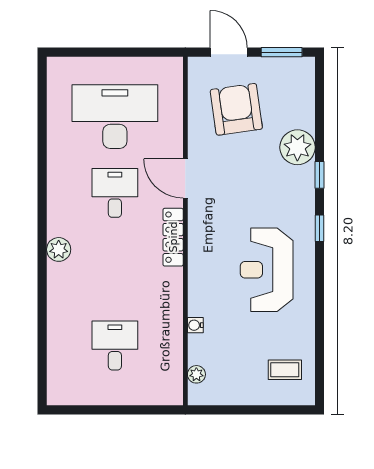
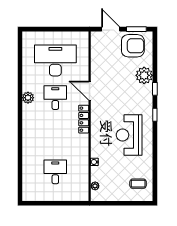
armchair: (236, 109) -> (133, 46), moved, turned 98
plant: (59, 249) -> (28, 98), moved

